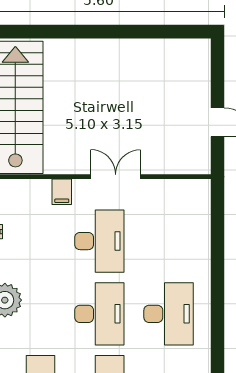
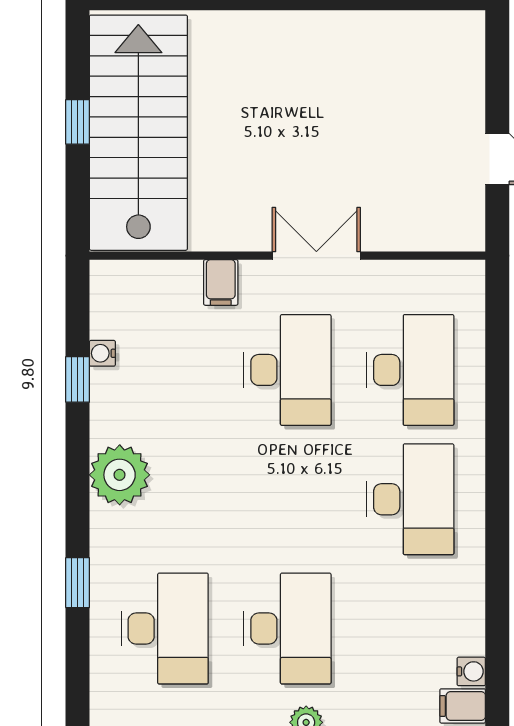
desk: (99, 314) -> (410, 370), moved

